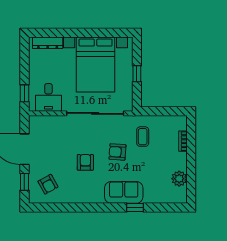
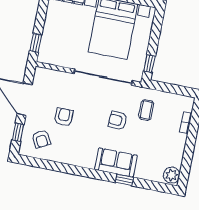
window: (137, 74) -> (149, 64), moved
desk: (48, 97) -> (59, 52), removed
armchair: (85, 162) -> (64, 117), moved
plant: (179, 179) -> (172, 175), moved

